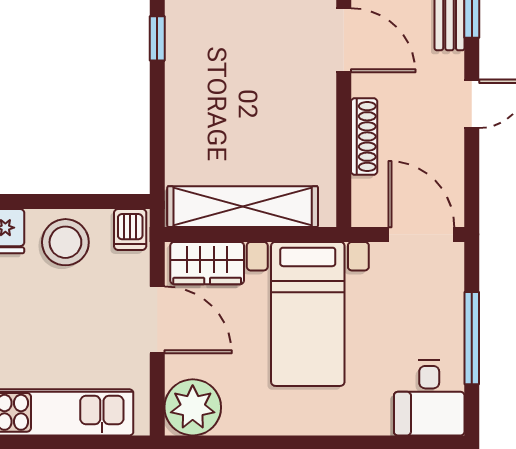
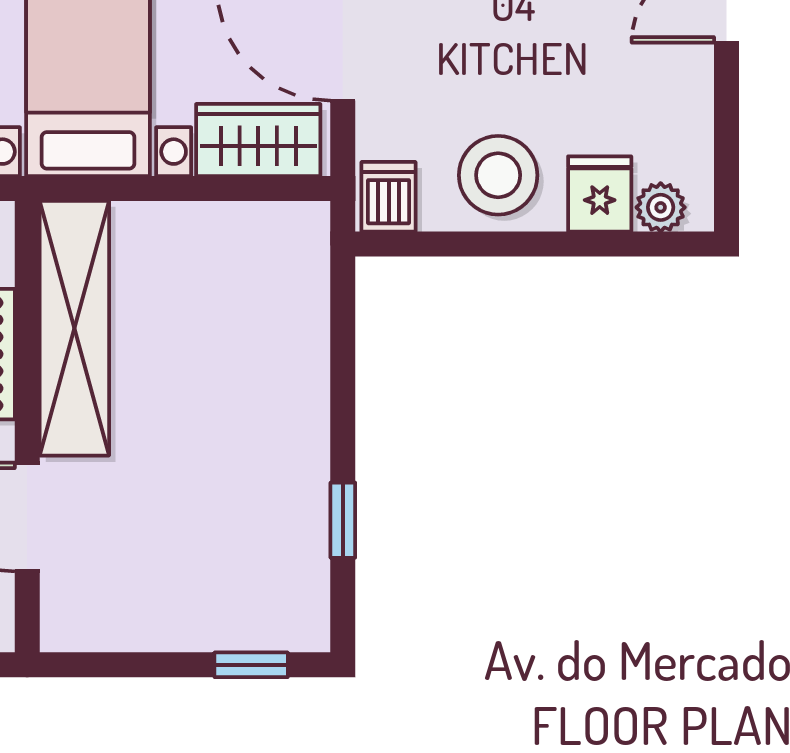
shelving: (243, 207) -> (74, 328), moved, turned 90

